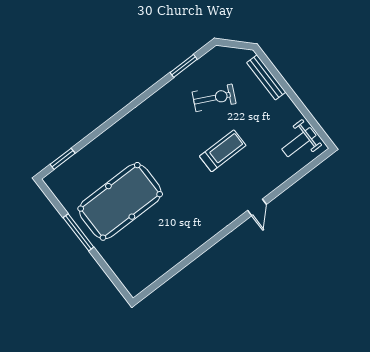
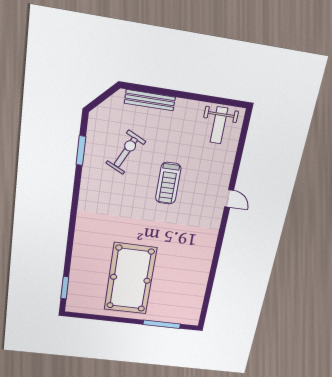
treadmill: (223, 151) -> (168, 183), turned 180
window: (78, 232) -> (162, 324), moved

